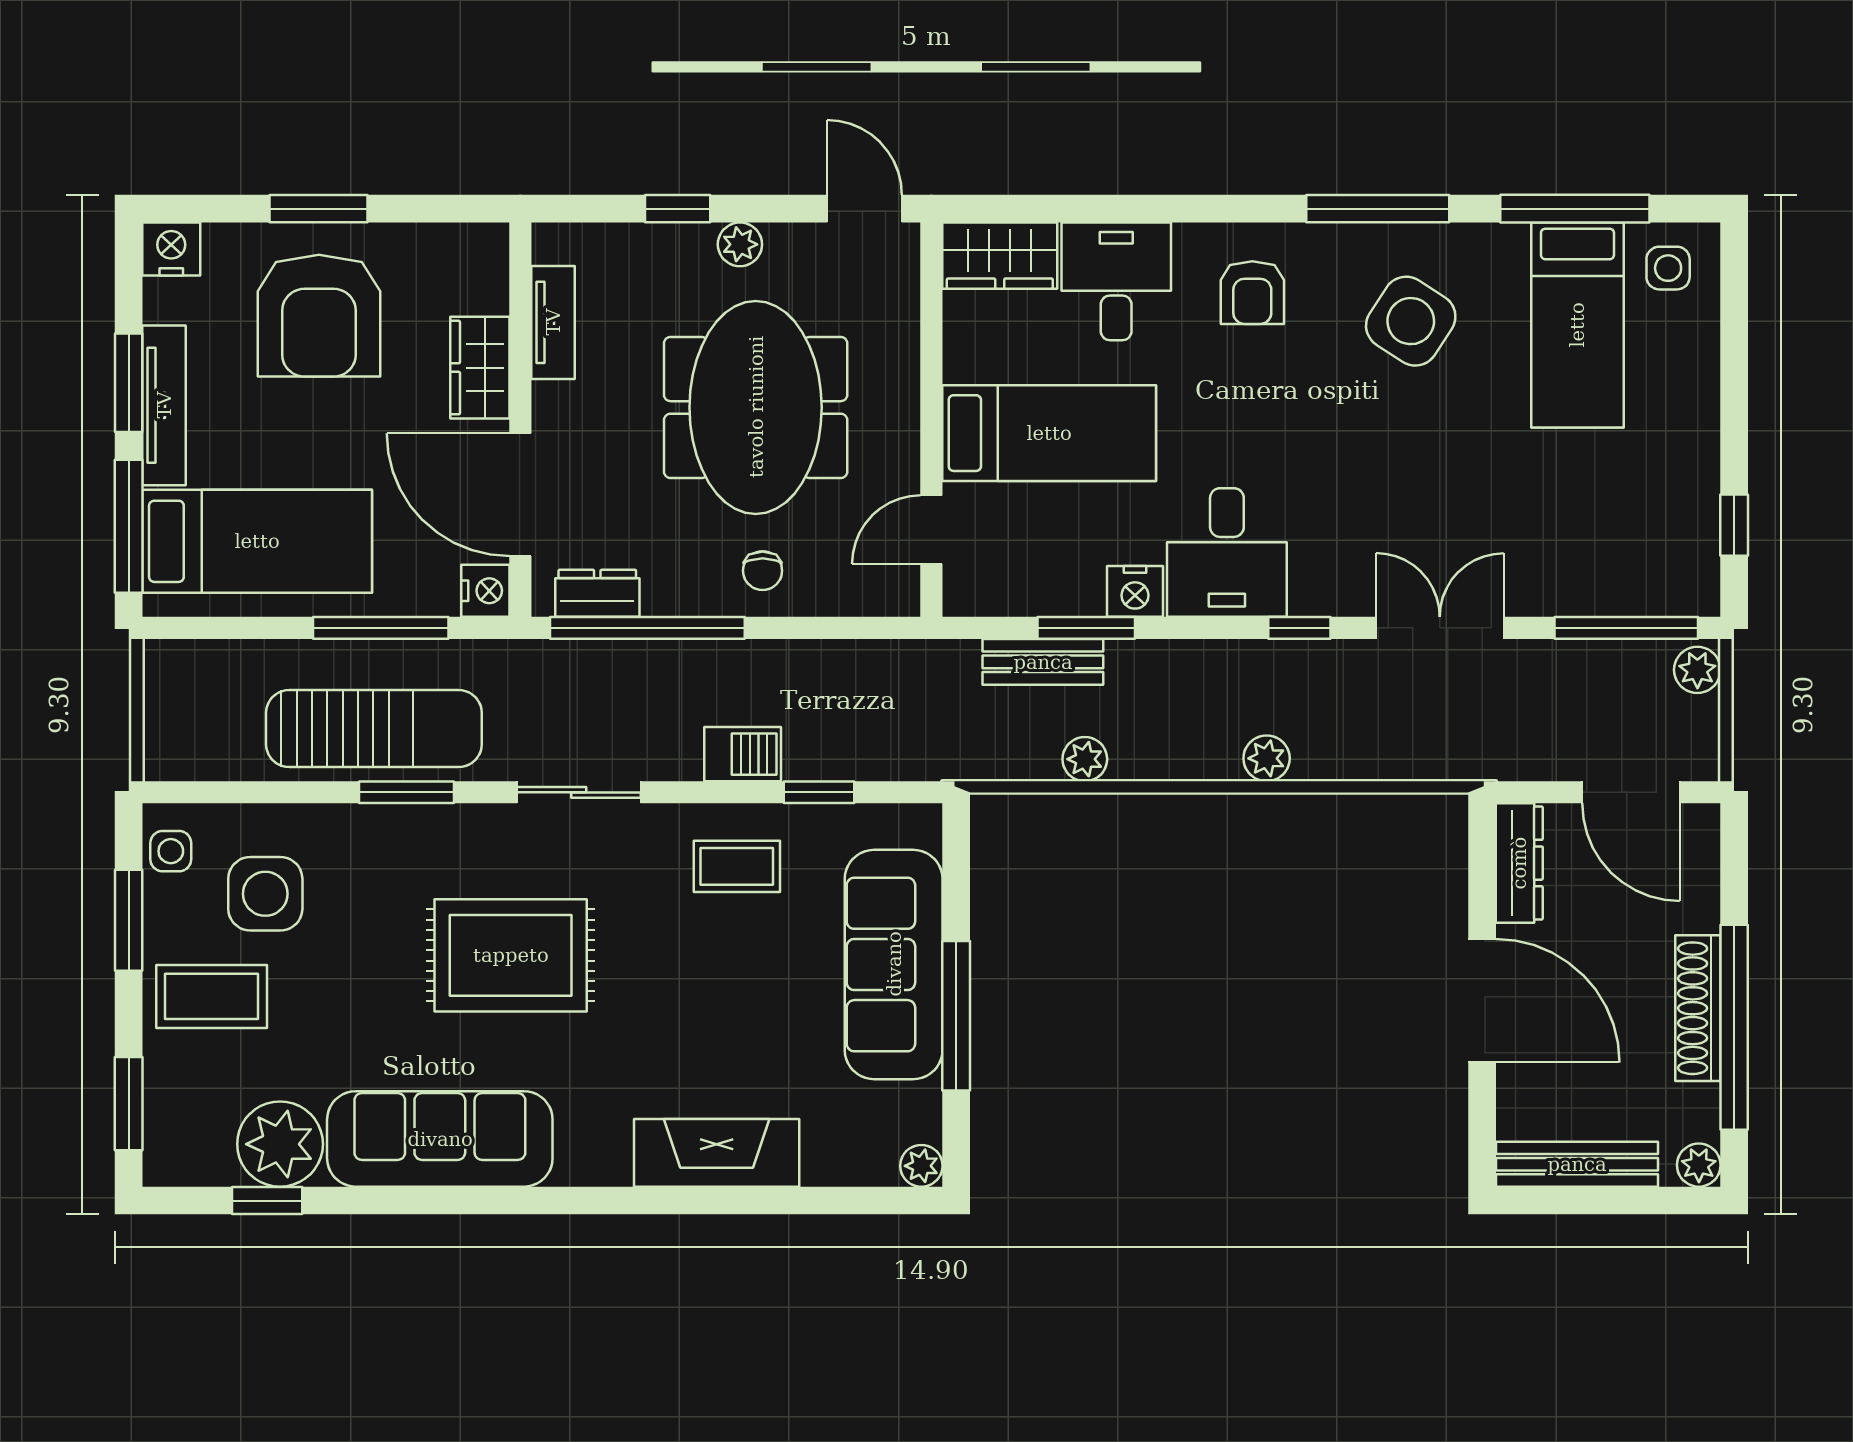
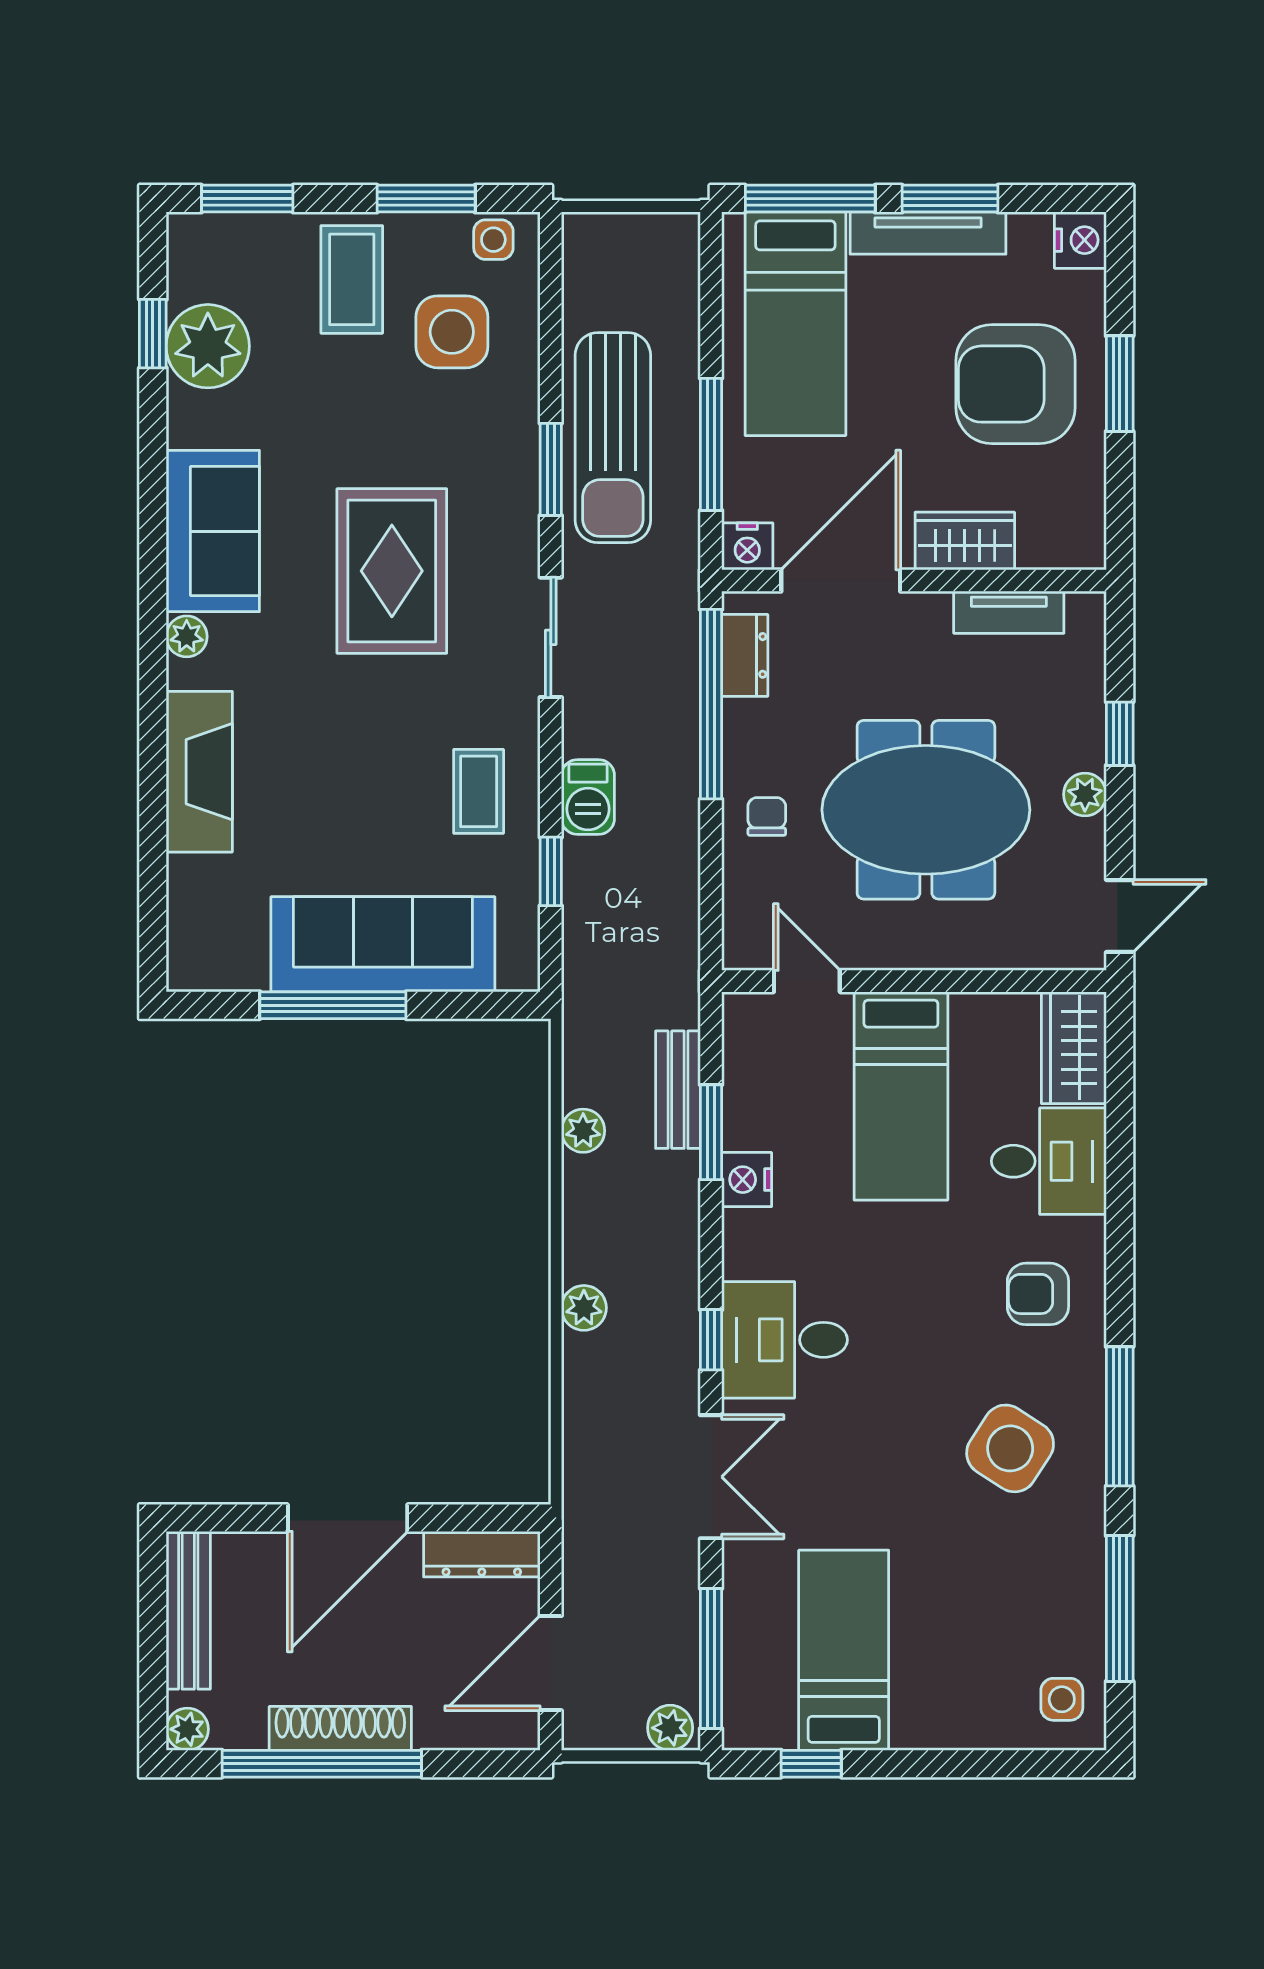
bed: (1577, 325) -> (844, 1650), moved, turned 90
desk: (1227, 552) -> (785, 1340), moved
chair: (763, 571) -> (767, 816), turned 90
sofa: (440, 1139) -> (213, 531), width x0.73
plant: (921, 1166) -> (187, 636), moved

